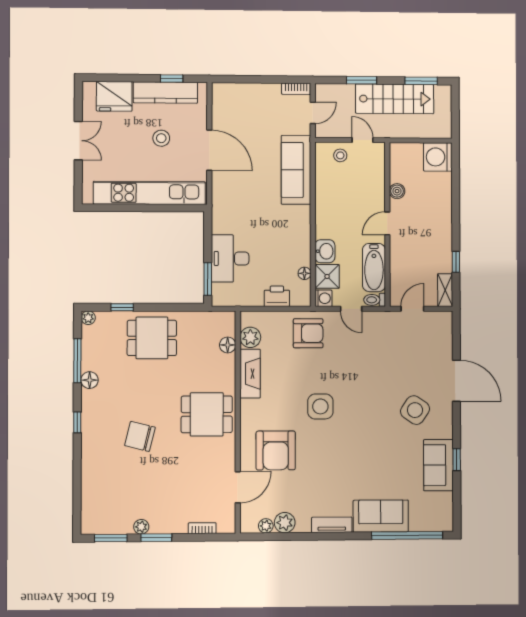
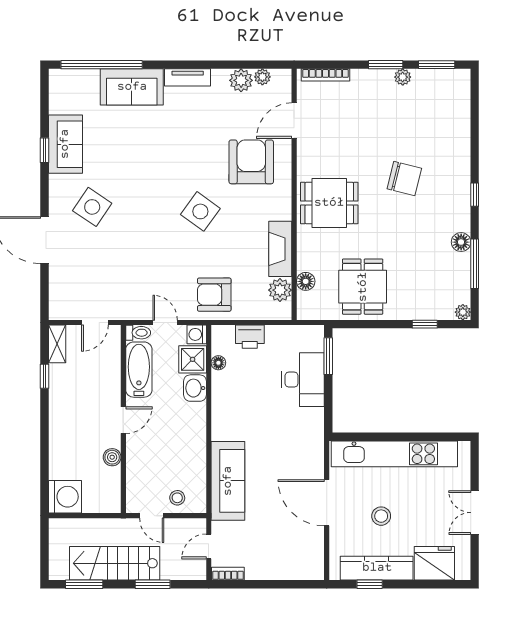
dining table: (152, 338) -> (363, 287), moved, turned 90
side table: (320, 406) -> (200, 211), turned 36
bookcase: (202, 528) -> (326, 75), width x1.56

